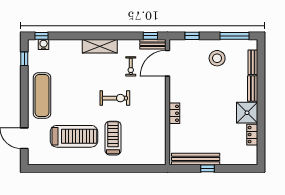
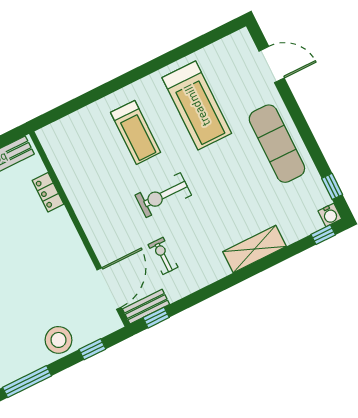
water cooler: (44, 44) -> (330, 215), moved
shelving: (100, 46) -> (255, 249), moved
stool: (217, 58) -> (59, 340), moved
locker: (174, 113) -> (48, 192), moved
treadmill: (74, 136) -> (197, 105), turned -90

